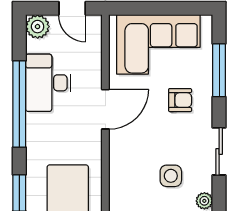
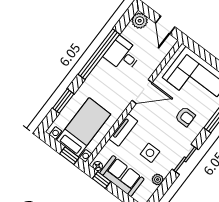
desk: (48, 83) -> (123, 55), width x0.73
tv unit: (118, 173) -> (123, 130), added

